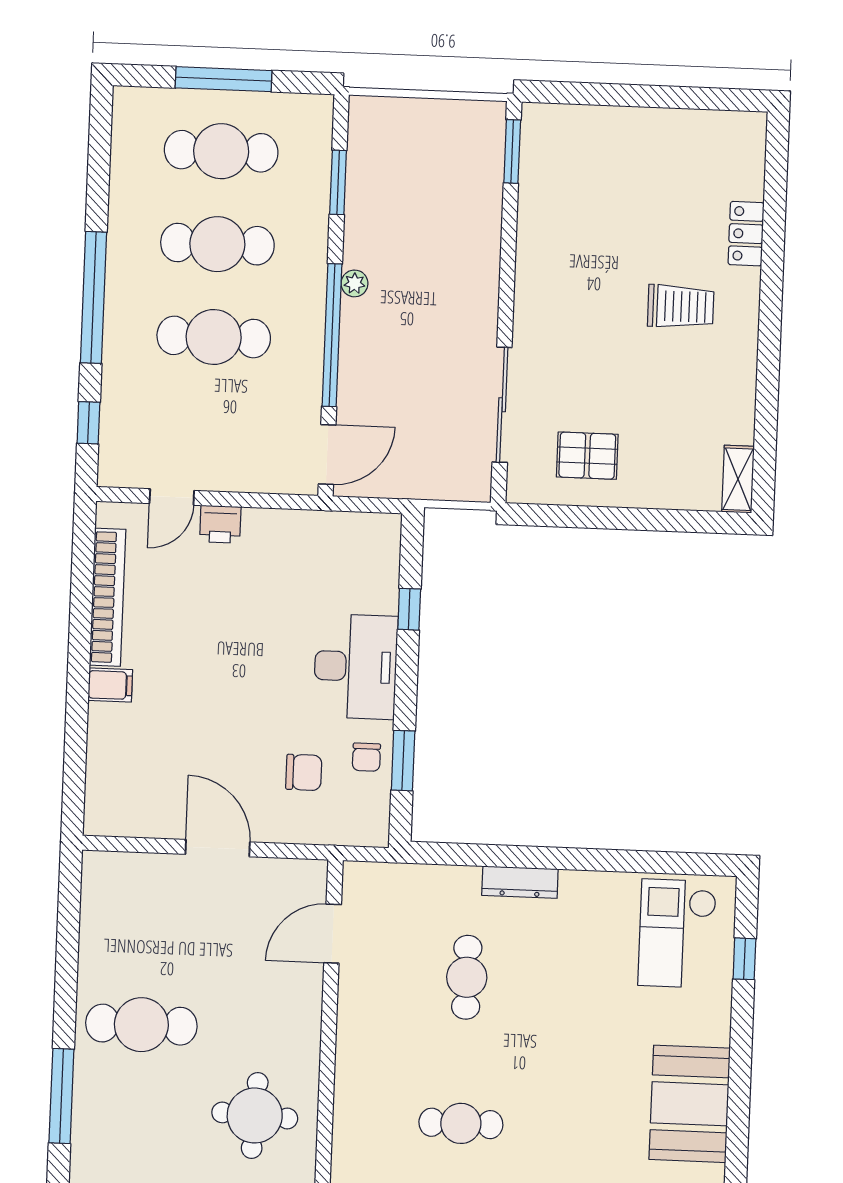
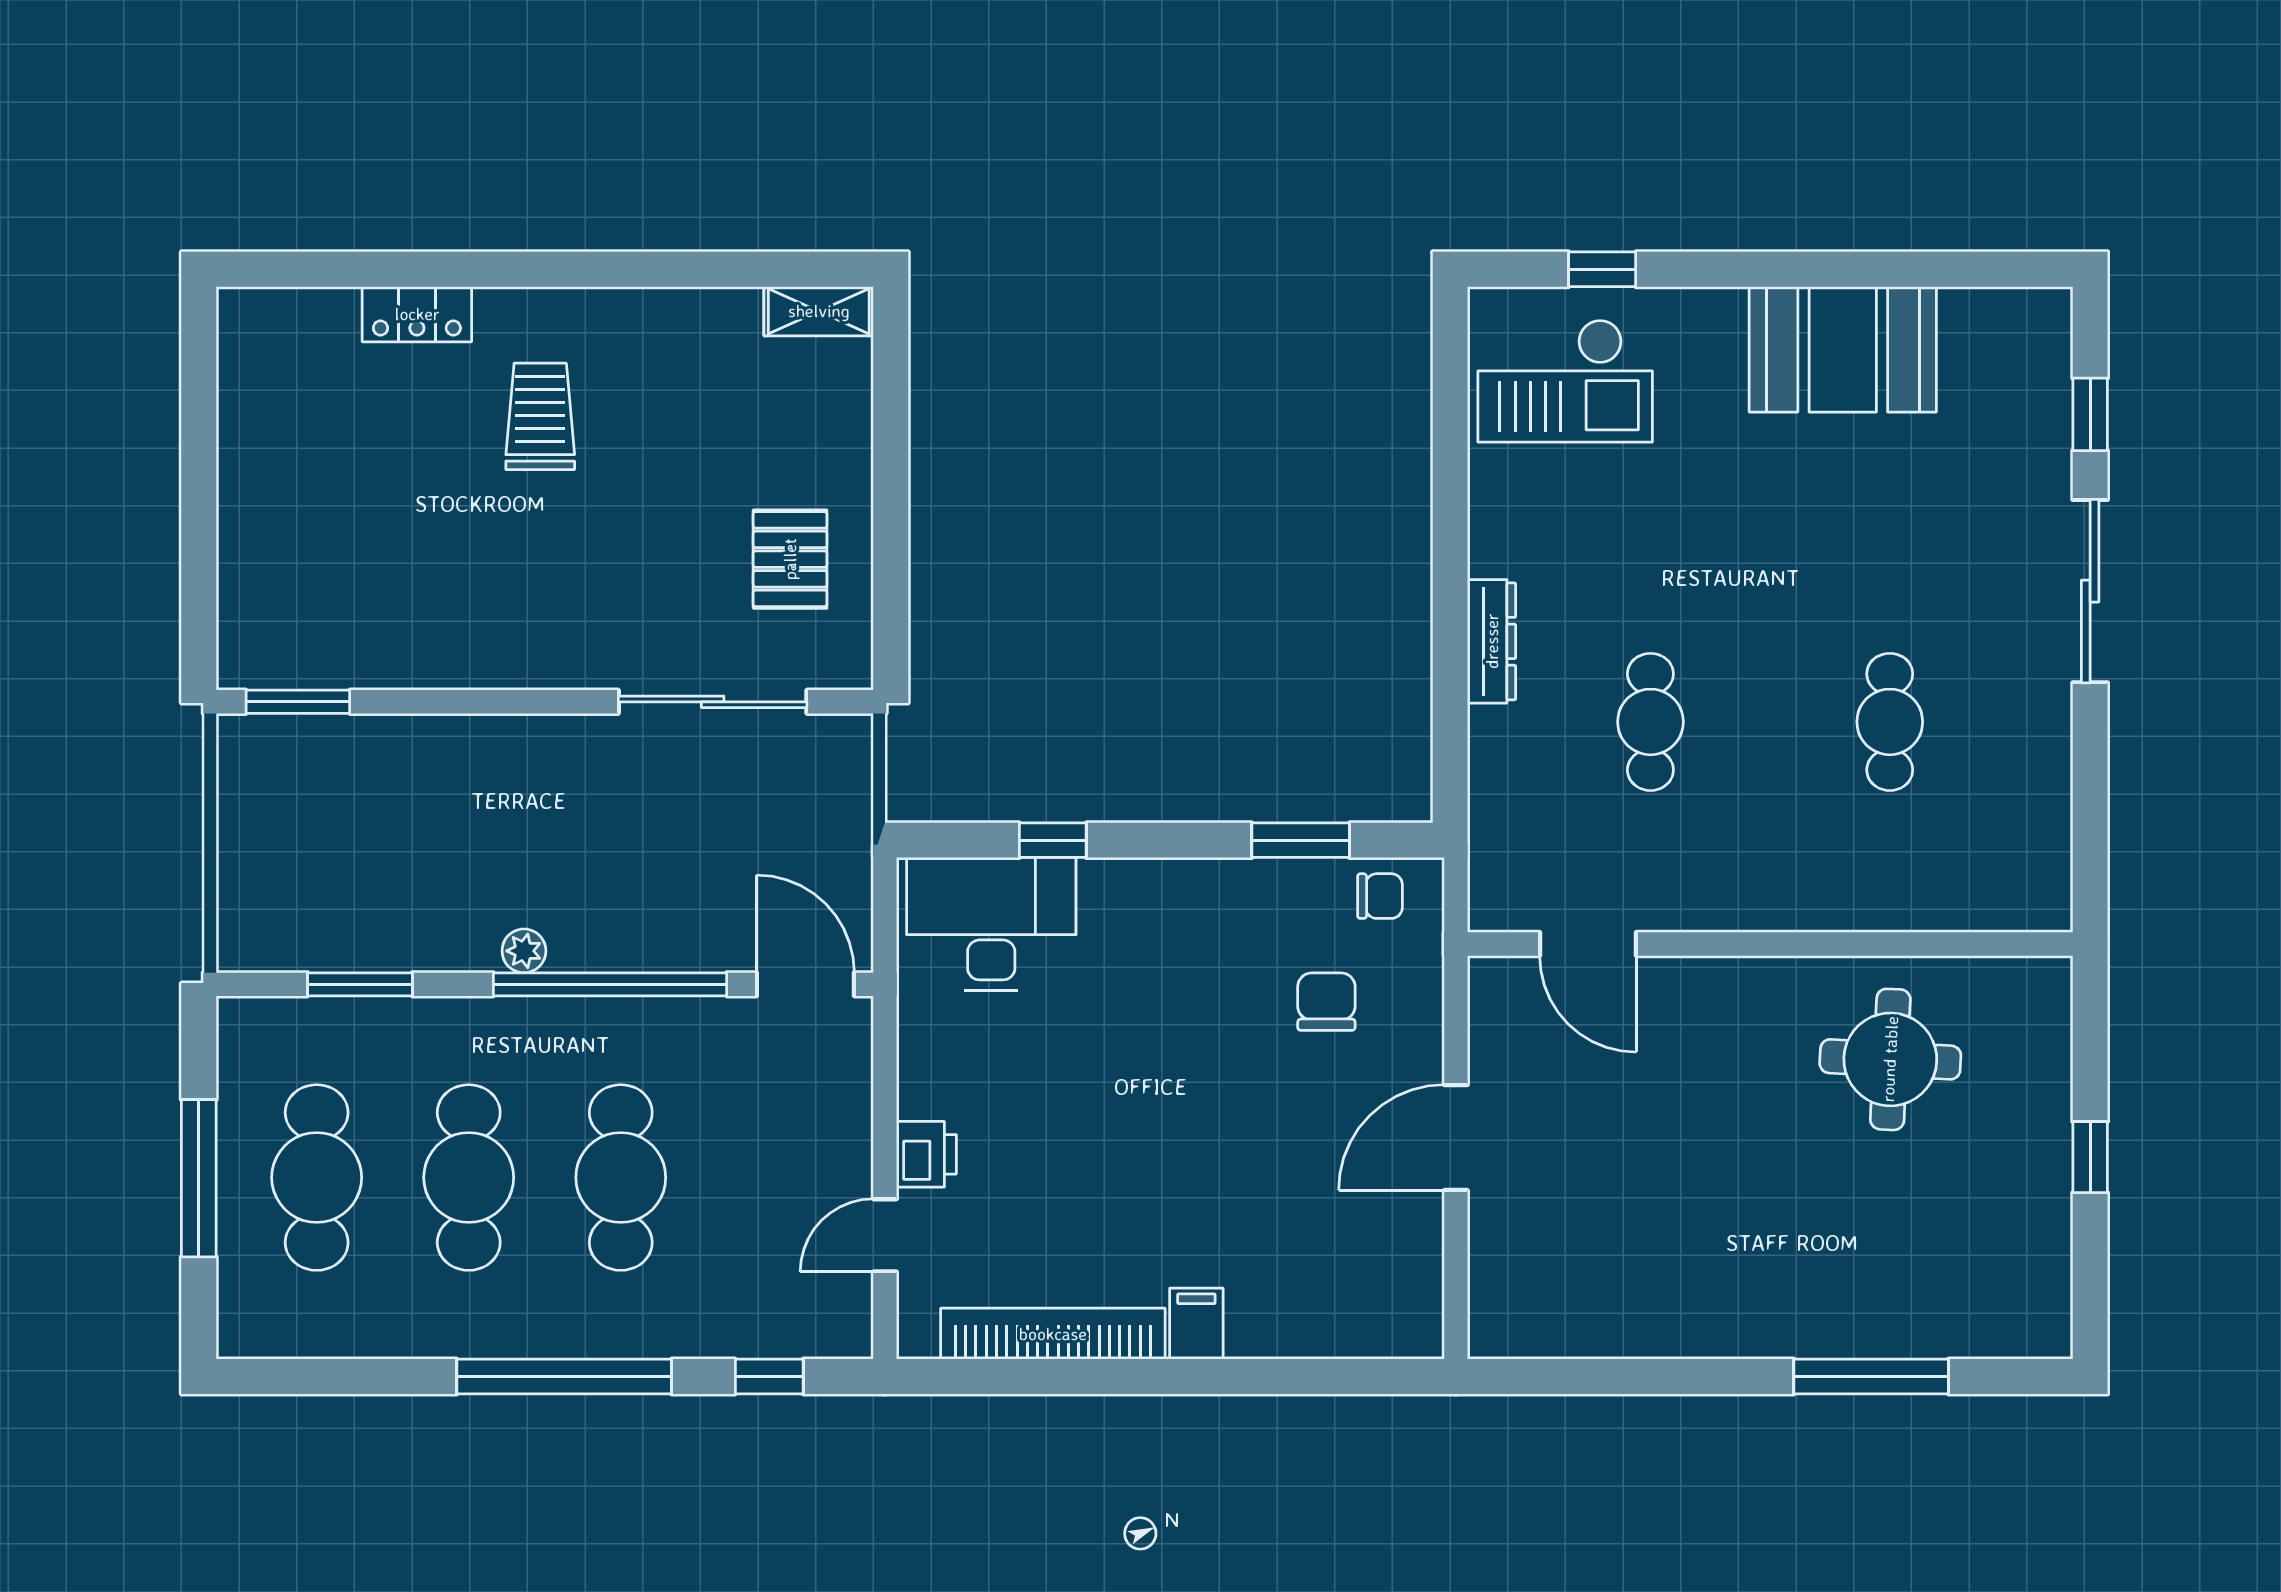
door: (172, 497) -> (885, 1235), swing flipped
desk: (356, 667) -> (991, 924), moved
chair: (366, 757) -> (1380, 896), moved
cafe table: (467, 977) -> (1650, 722), turned 90
cafe table: (141, 1025) -> (1749, 1251), removed

